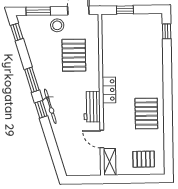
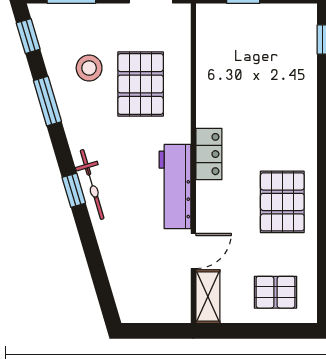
stool: (57, 25) -> (89, 68), moved
window: (32, 80) -> (47, 101), moved
workbench: (92, 107) -> (175, 187), width x1.38
door: (102, 139) -> (193, 251), swing flipped

